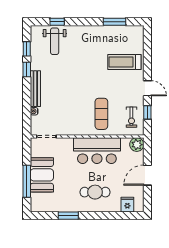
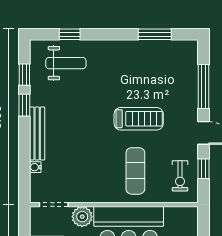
weight bench: (55, 41) -> (66, 63), turned -90
window: (147, 57) -> (203, 86), added
treadmill: (124, 62) -> (139, 119), moved, turned 180
plant: (137, 145) -> (82, 217), moved

